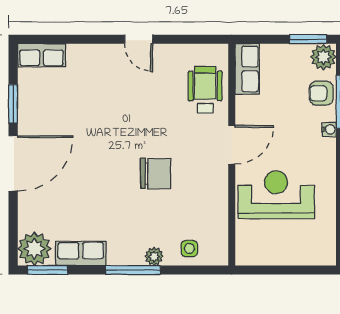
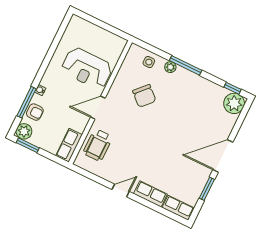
door: (139, 39) -> (121, 191), hinge flipped
chair: (156, 174) -> (144, 96), moved, turned -137
row of seats: (81, 254) -> (150, 194), moved, turned 180
window: (47, 270) -> (233, 88), width x0.67

